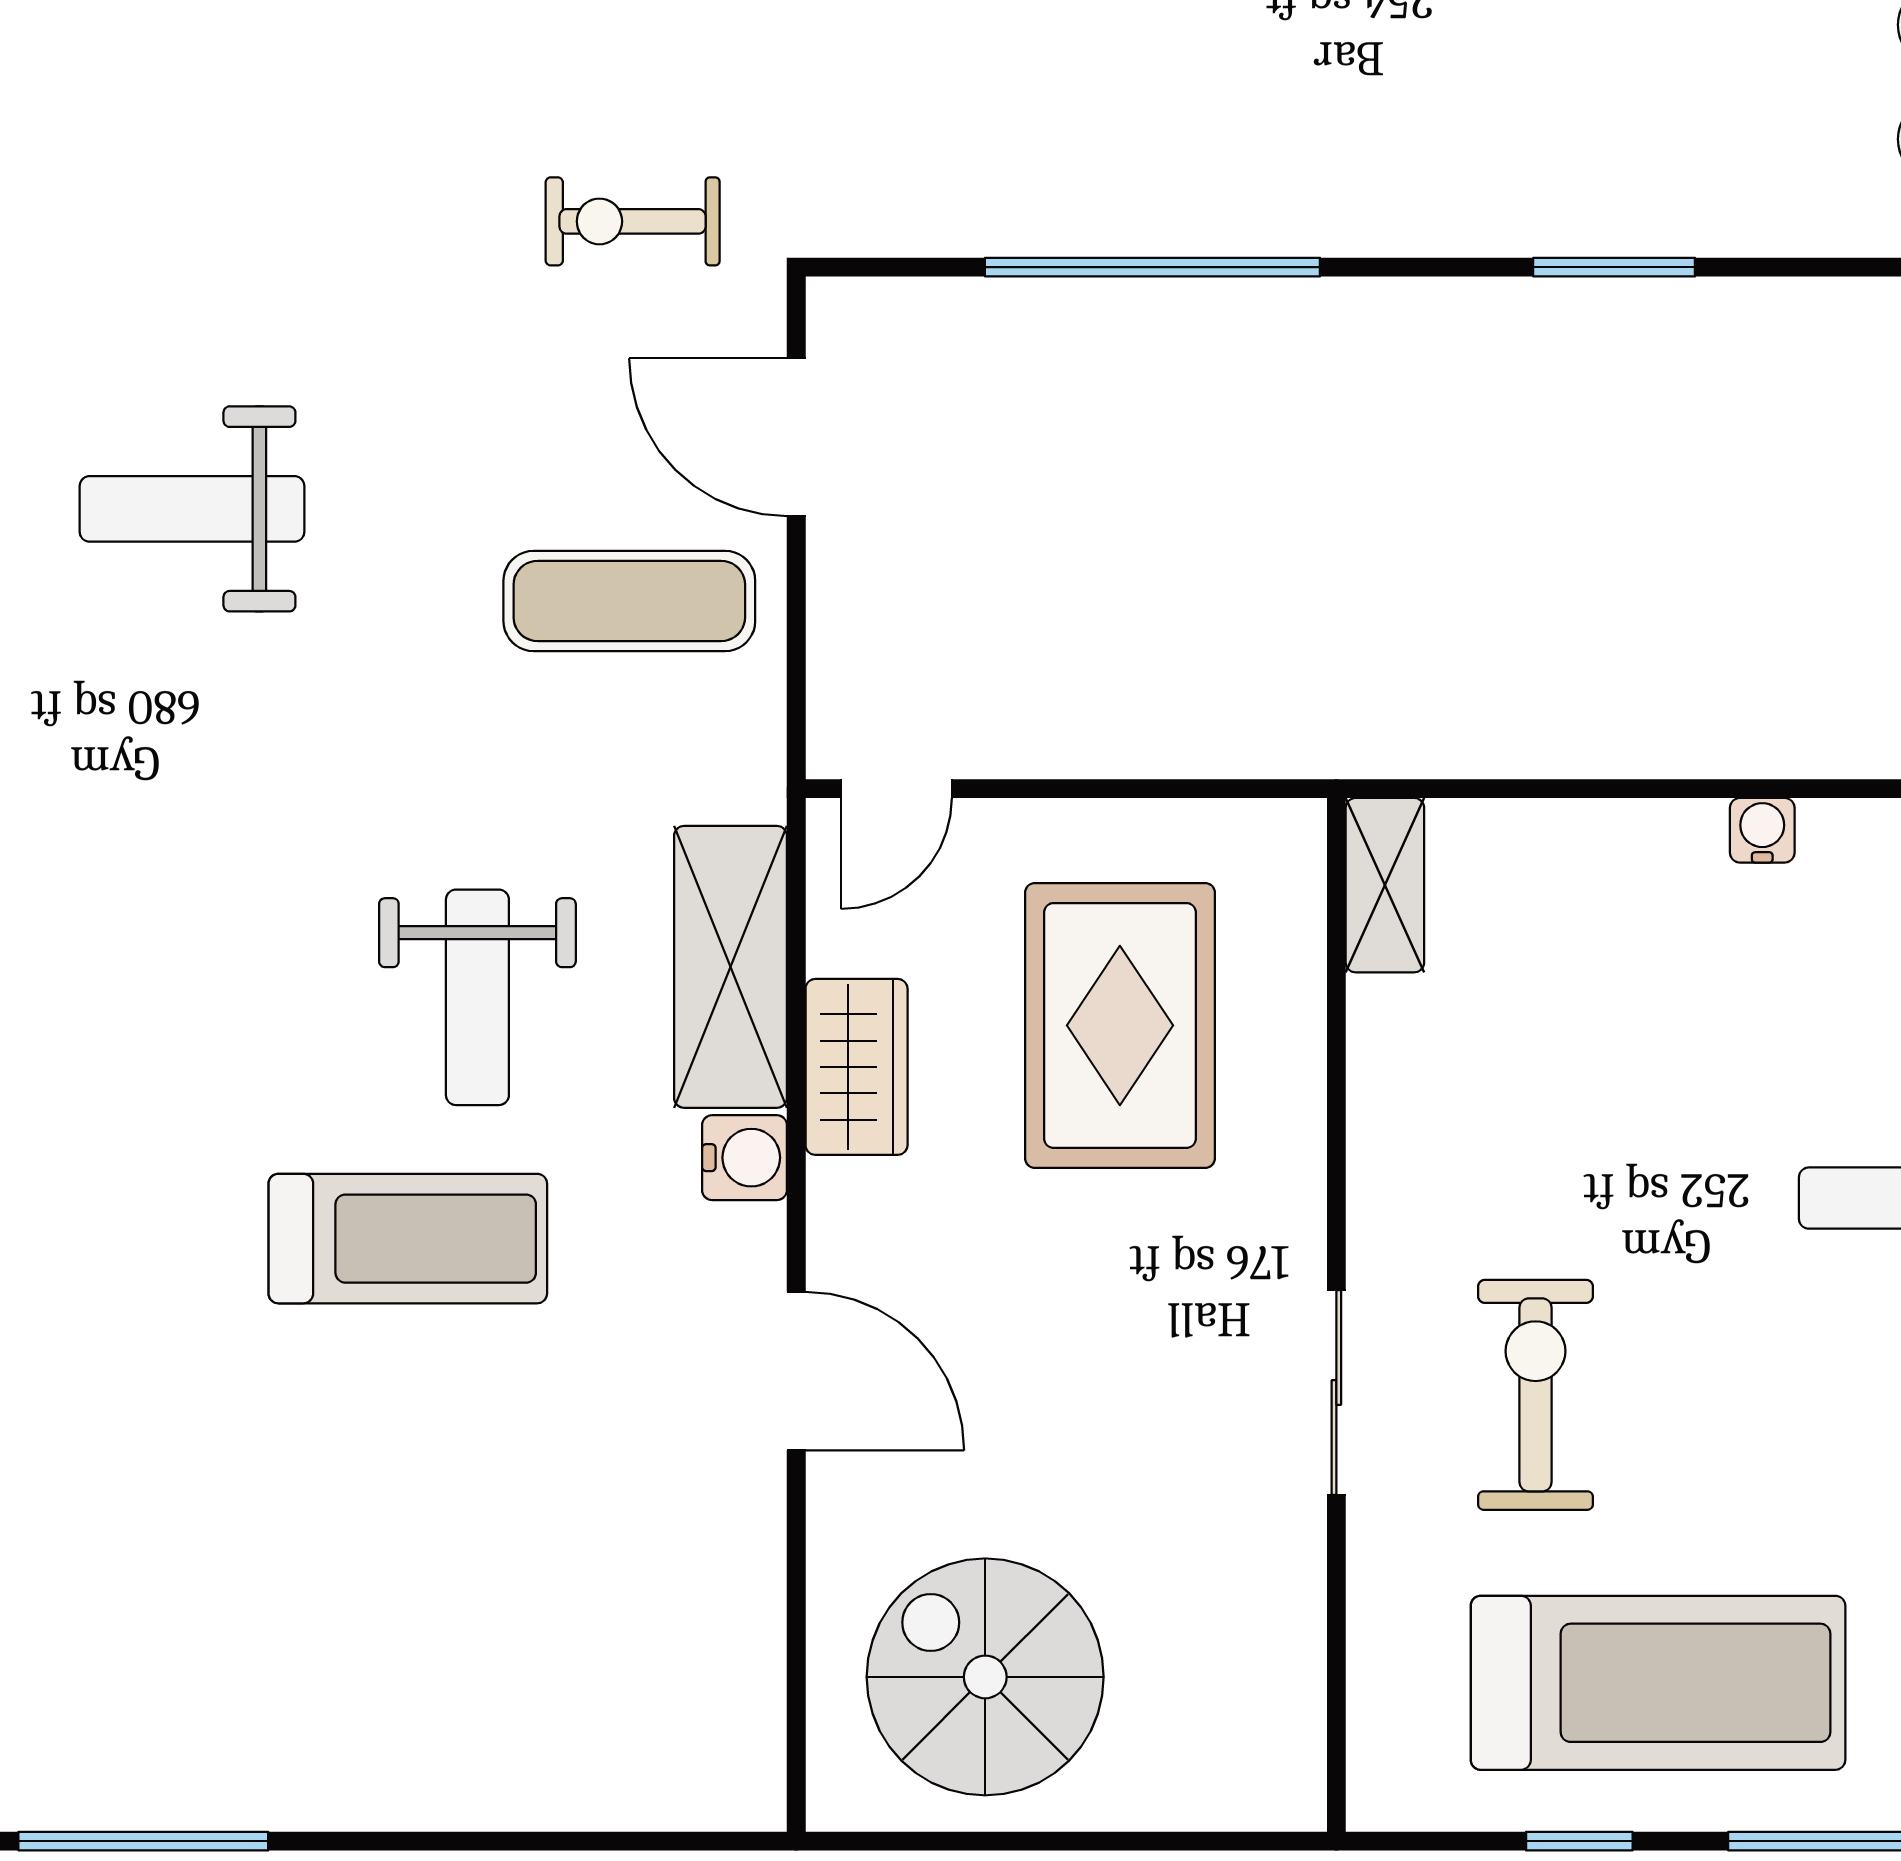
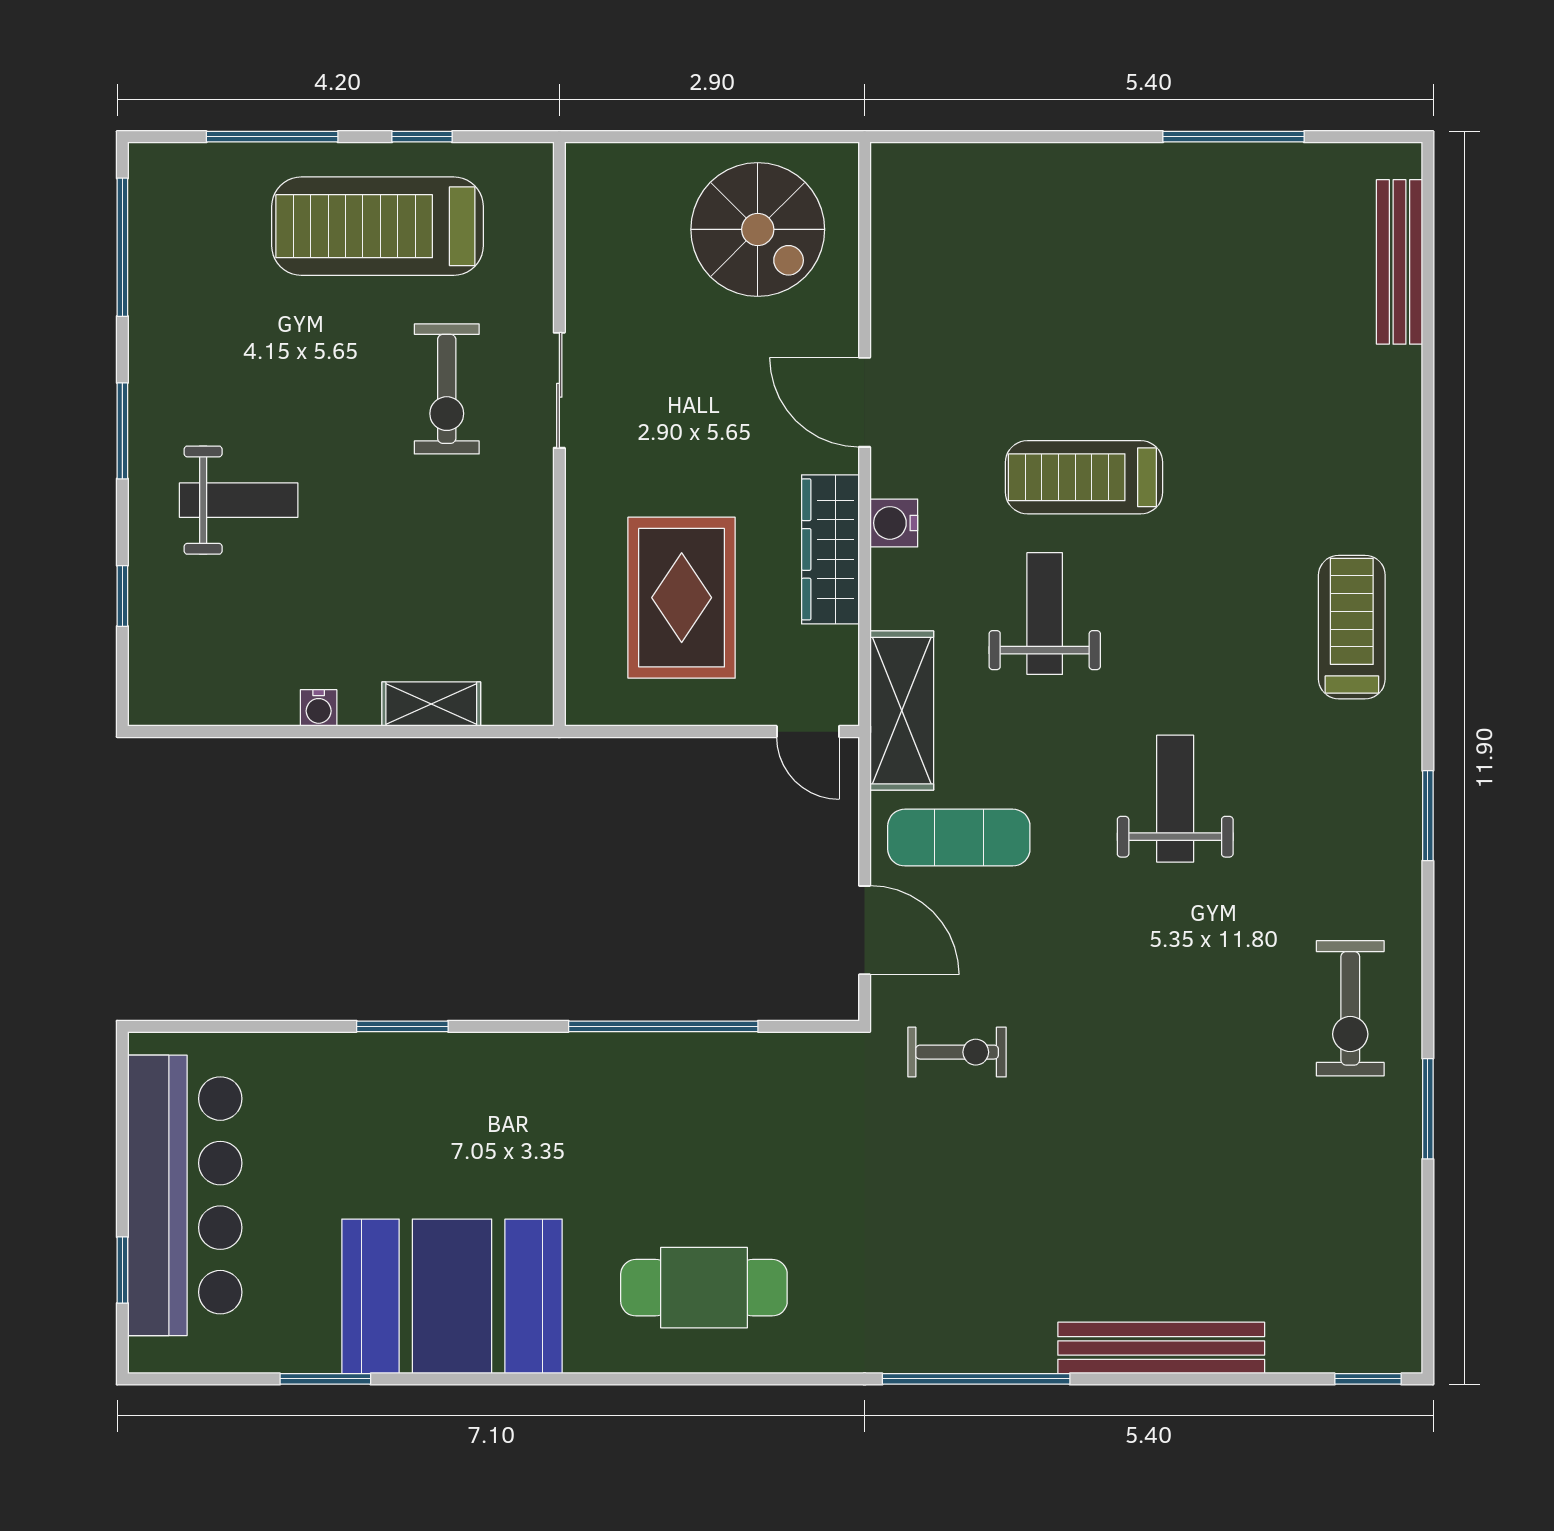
weight bench: (192, 509) -> (1175, 799), moved, turned -90
door: (896, 789) -> (808, 732), swing flipped
shelving: (1385, 885) -> (431, 704), moved, turned 90
shelving: (730, 967) -> (902, 711), moved
wardrobe: (857, 1067) -> (830, 549), width x1.50

